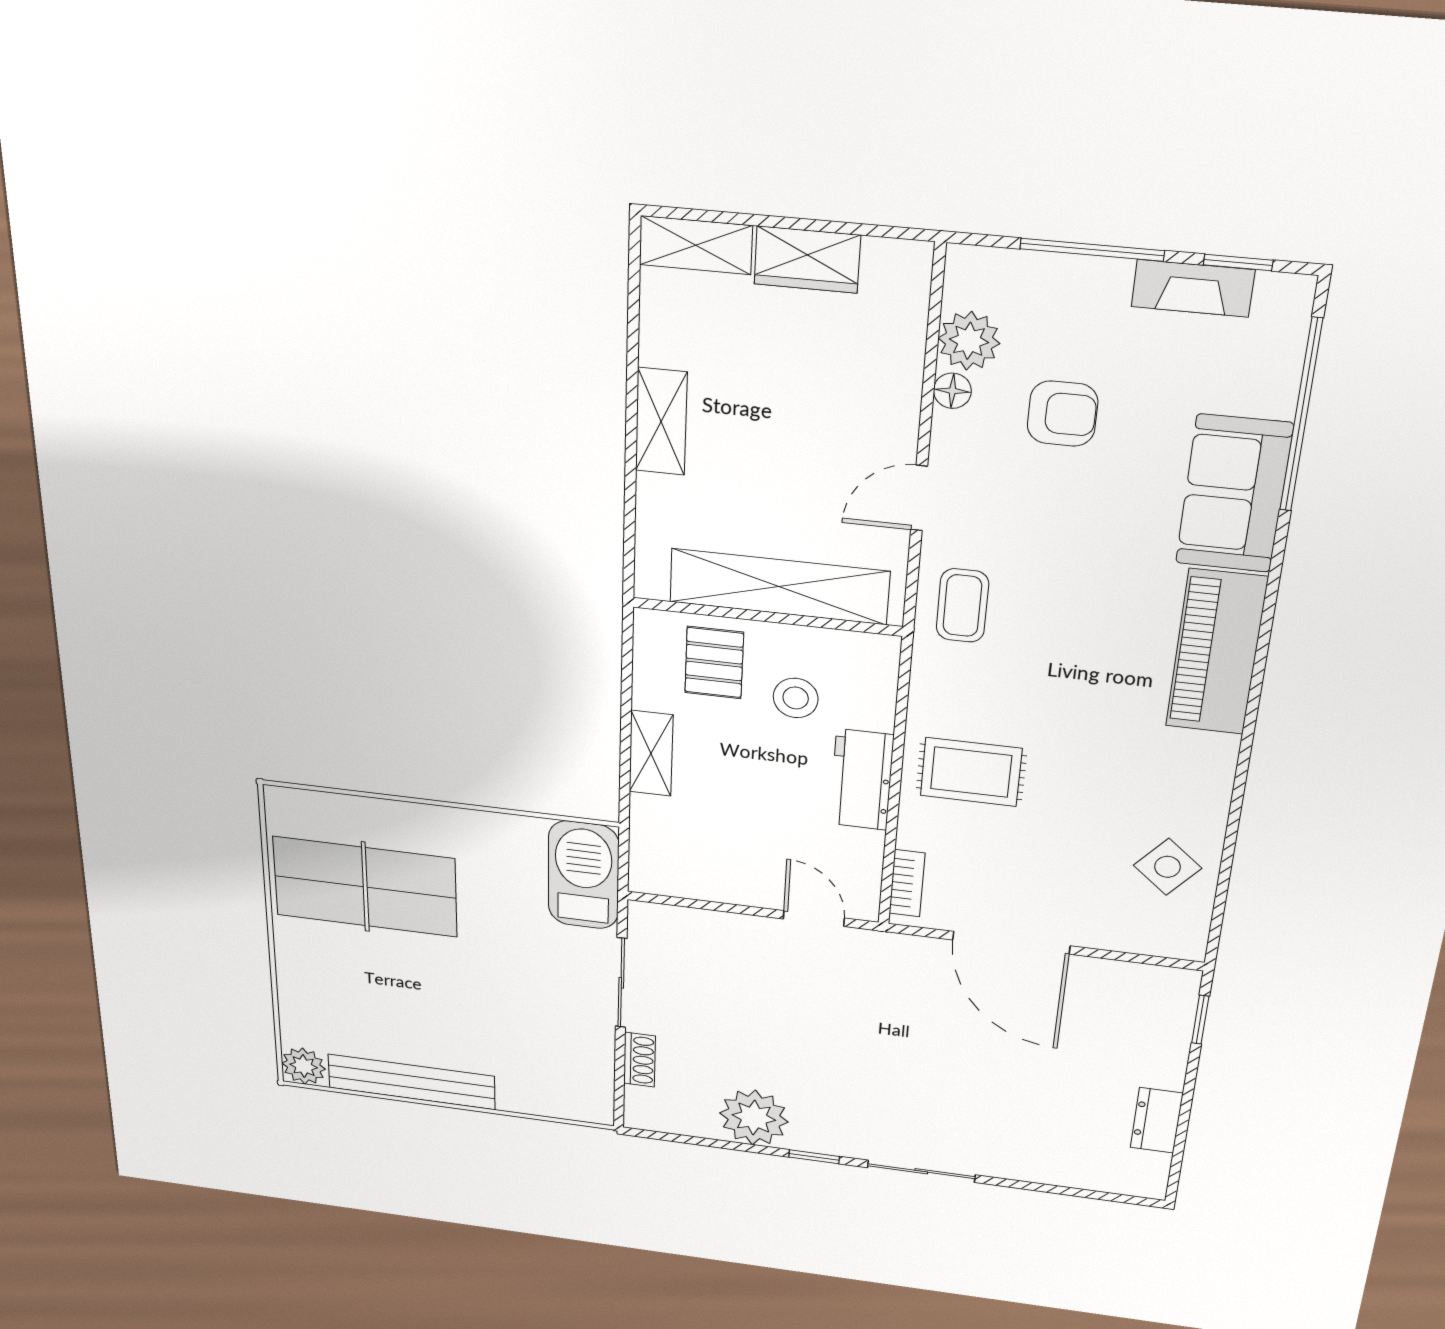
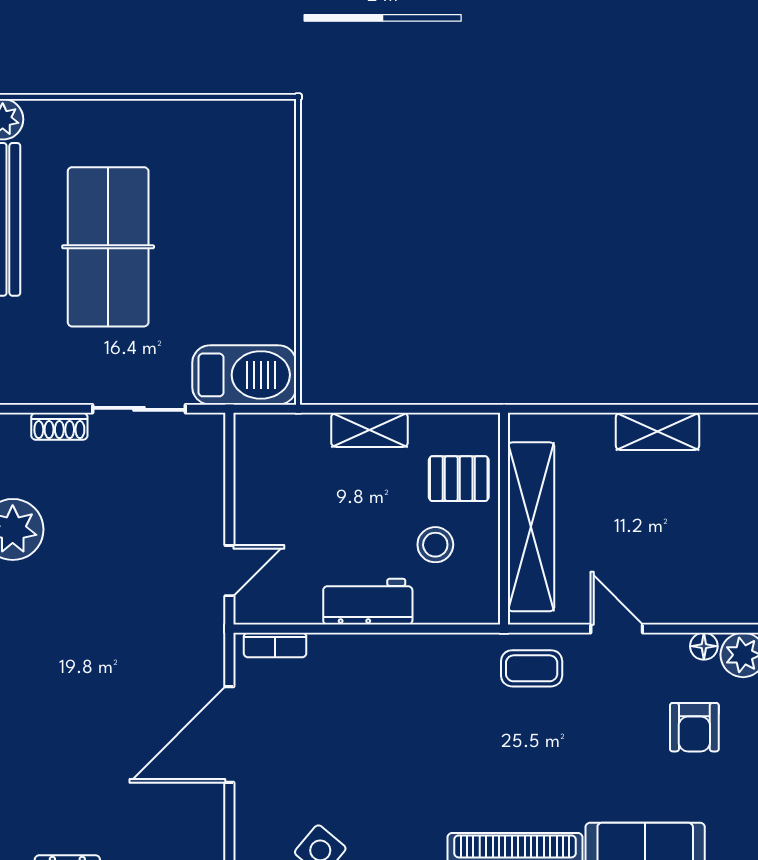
rug: (971, 772) -> (386, 688), removed
table tennis table: (365, 887) -> (108, 247), moved

